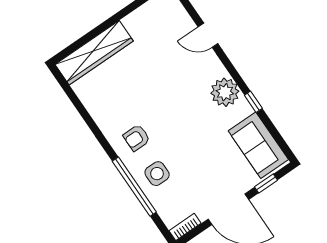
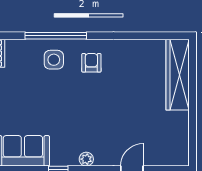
plant: (225, 92) -> (86, 159), width x0.53, depth x0.53

